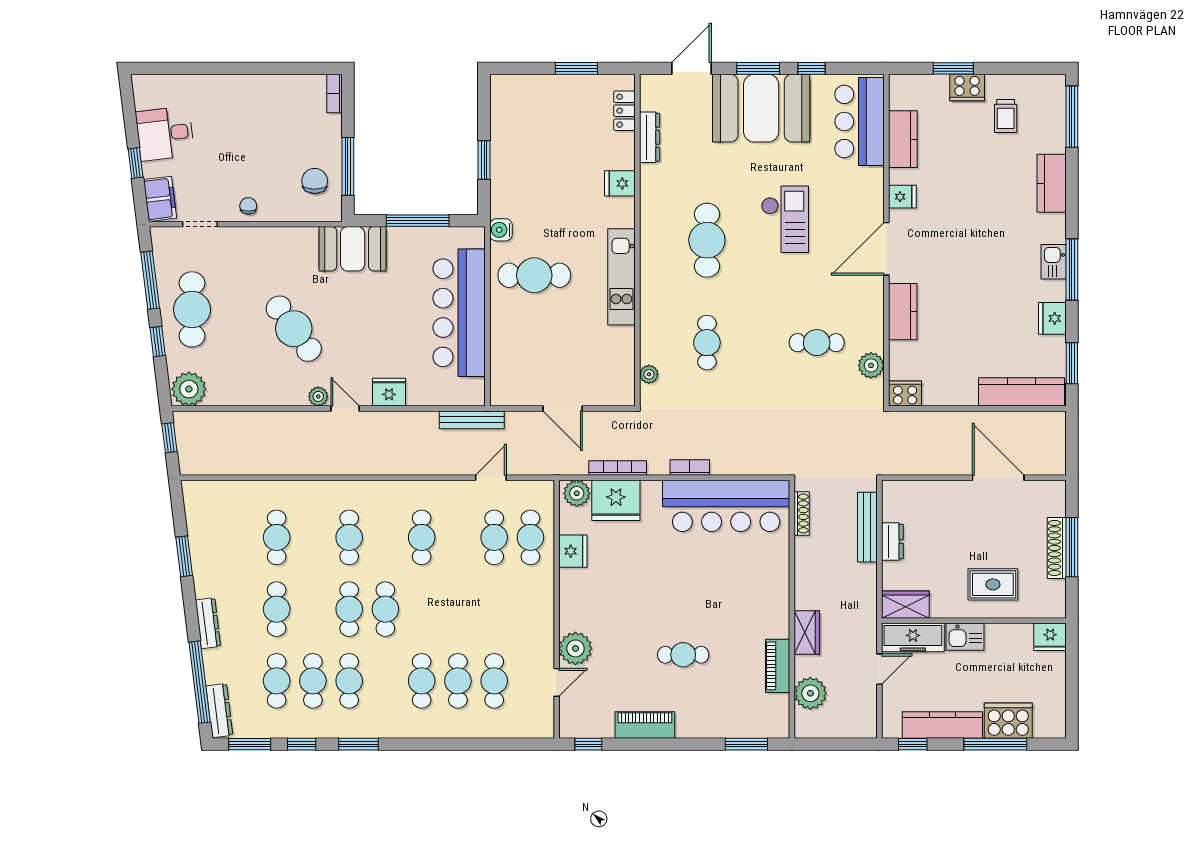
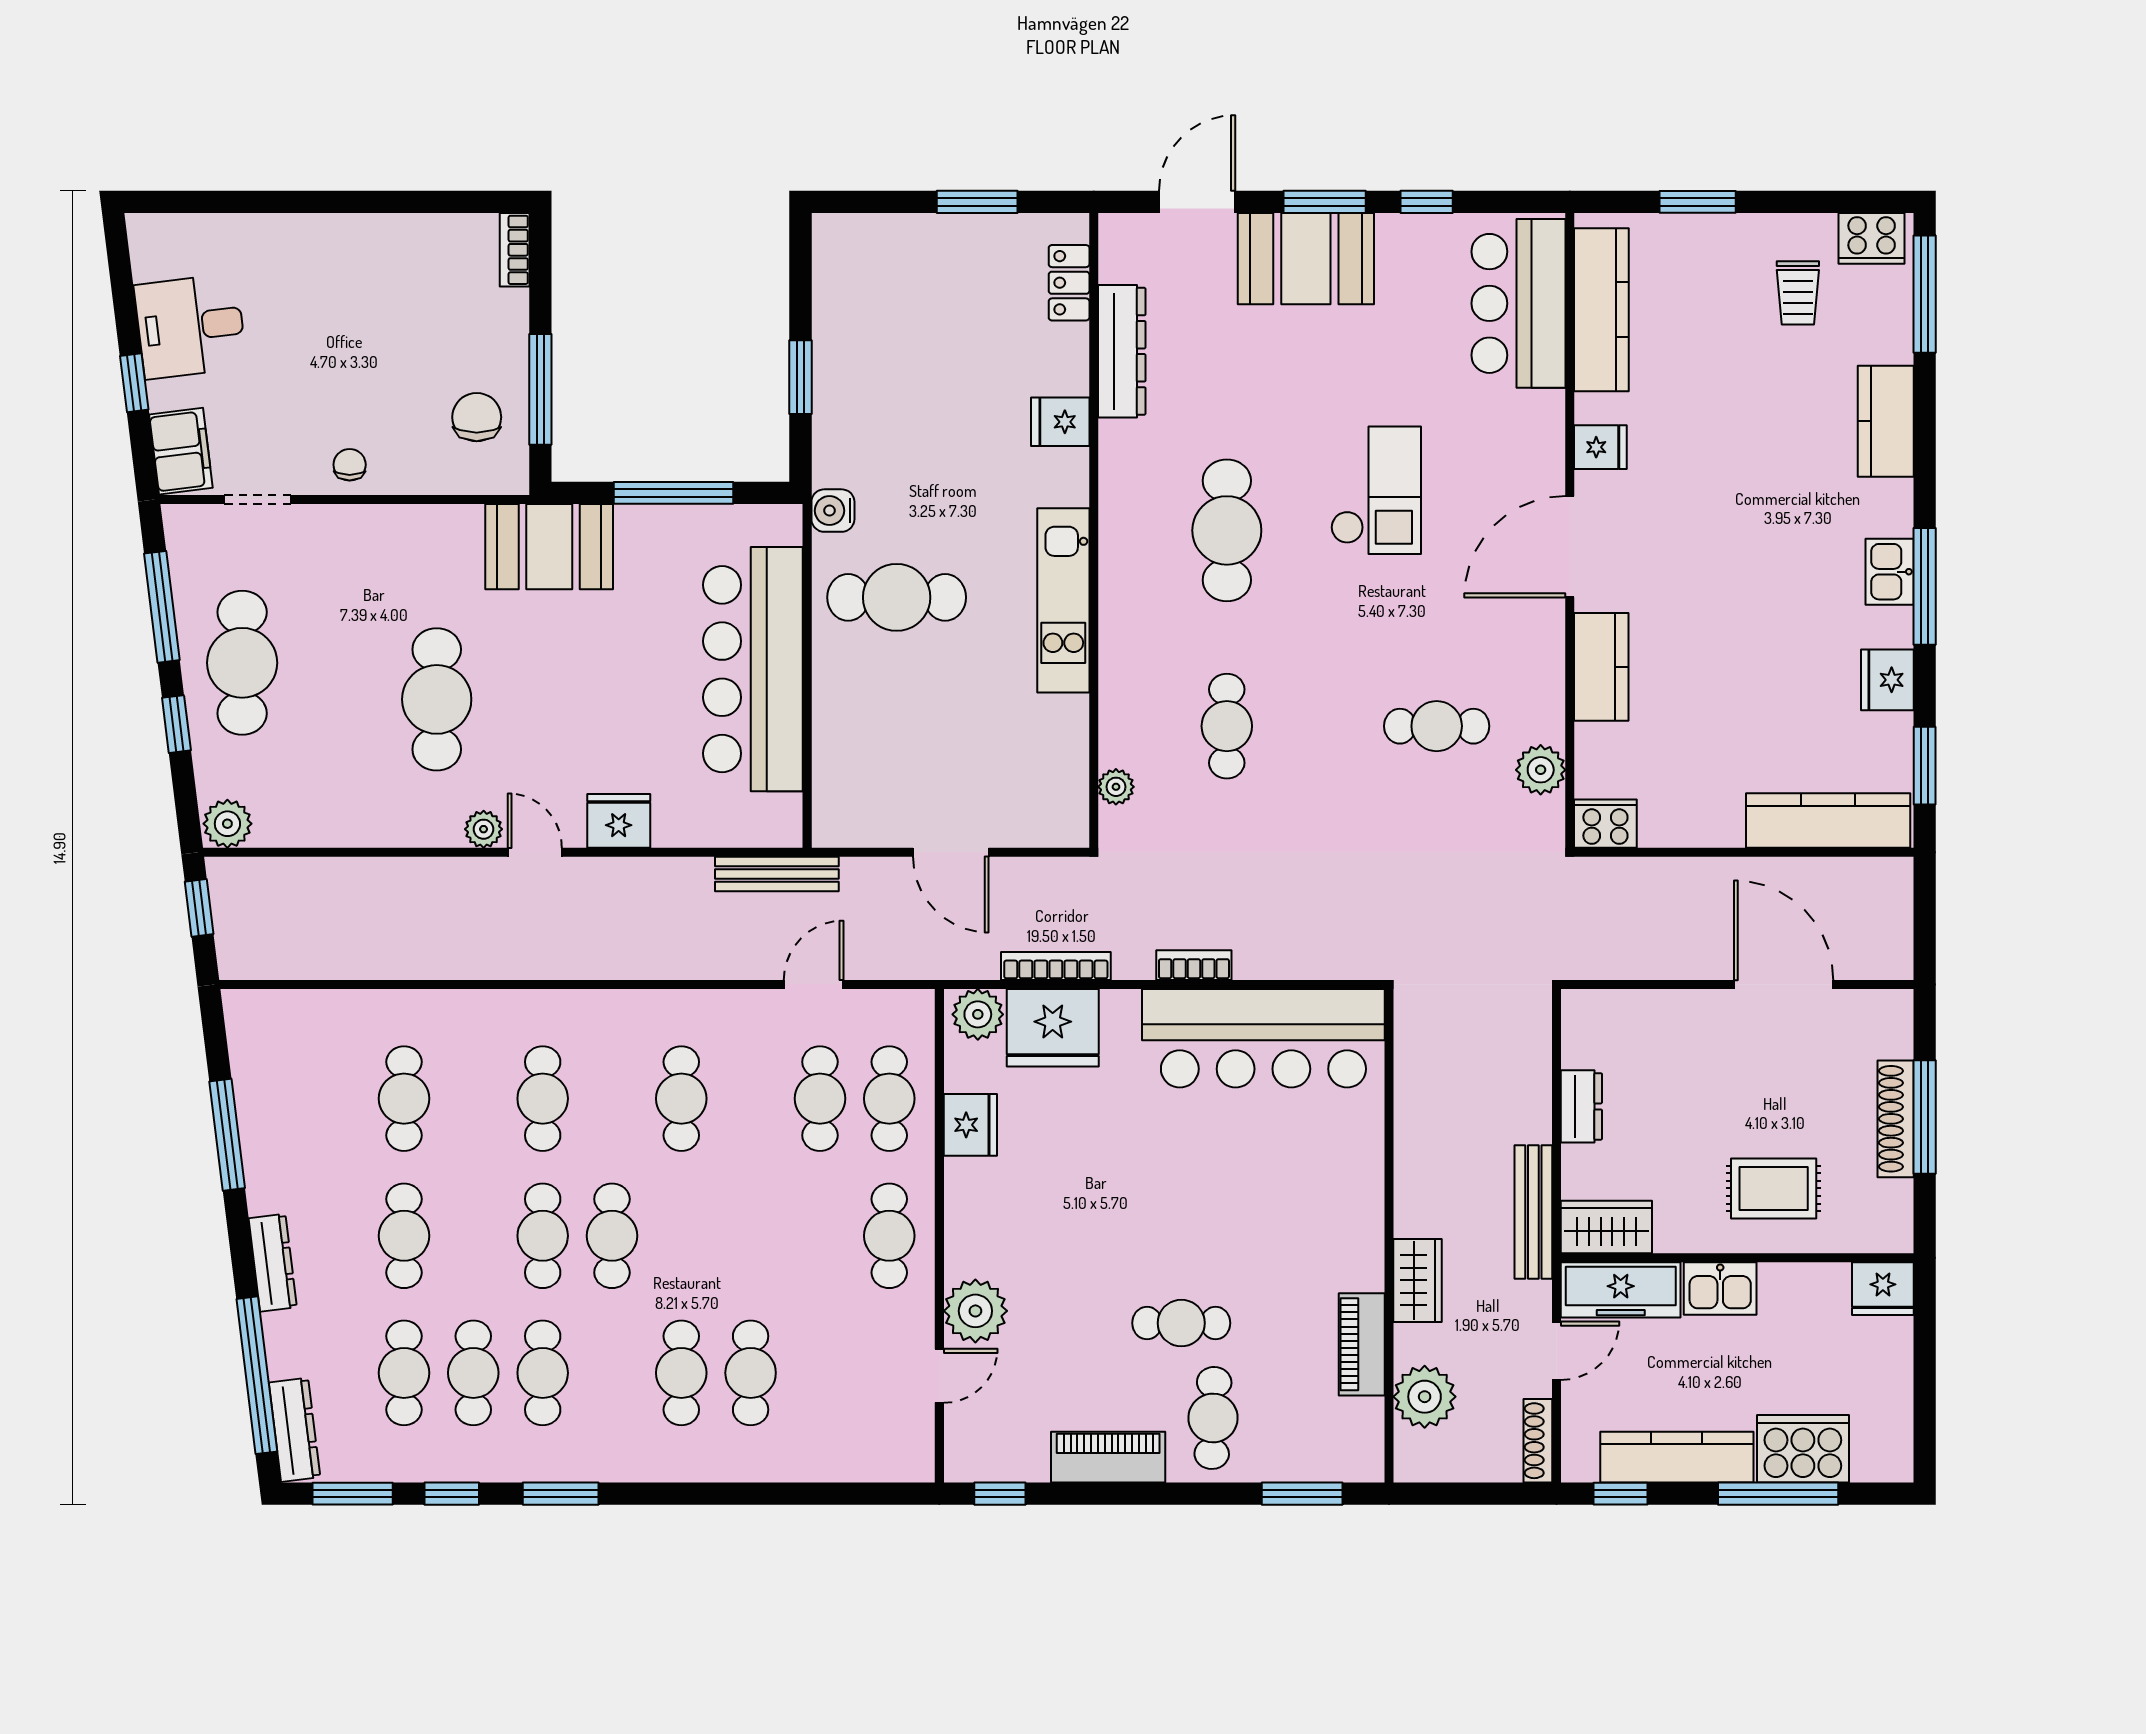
cooker: (967, 88) -> (1872, 238), moved
booth: (761, 108) -> (1306, 259), width x0.73, depth x0.70
dresser: (650, 137) -> (1122, 351), width x1.37, depth x1.24
kitchen counter: (903, 139) -> (1601, 310), width x1.50
cafe table: (294, 329) -> (437, 699), turned 36
plant: (189, 389) -> (227, 824), width x0.73, depth x0.73
shoe rack: (802, 513) -> (1538, 1441), moved, turned 180
bench: (867, 527) -> (1533, 1212), moved
window: (184, 556) -> (227, 1135), width x1.44
cafe table: (494, 681) -> (889, 1236), moved
cafe table: (700, 704) -> (1213, 1418), added

